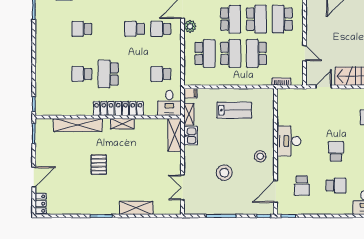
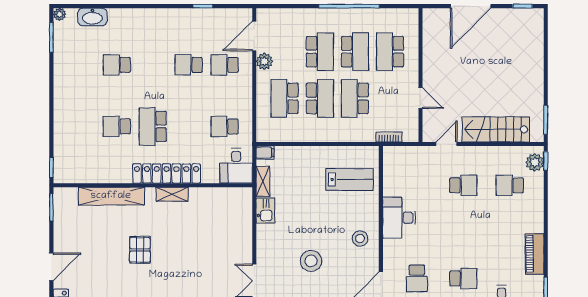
school desk: (205, 53) -> (285, 98), turned 180
lab bench: (234, 110) -> (350, 180), moved
shelving: (175, 135) -> (243, 209), removed
school desk: (336, 151) -> (463, 185), moved, turned 90

